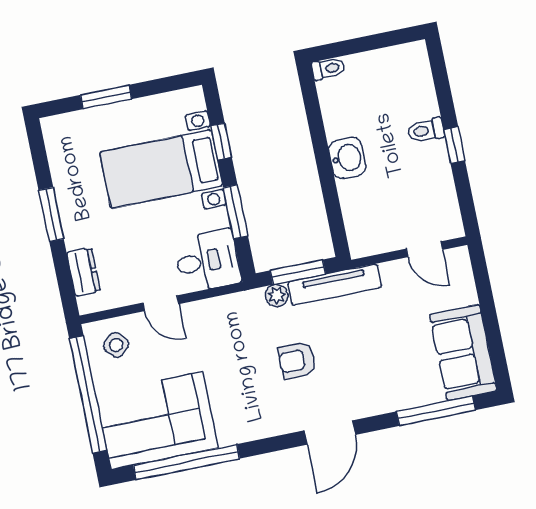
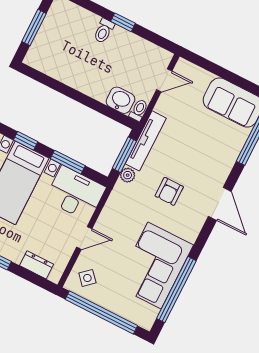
window: (364, 44) -> (34, 27), added
toilet: (328, 69) -> (139, 110), moved
washbasin: (347, 158) -> (120, 100), moved
desk: (207, 261) -> (75, 193), width x1.37
corner sofa: (157, 421) -> (154, 265), moved

